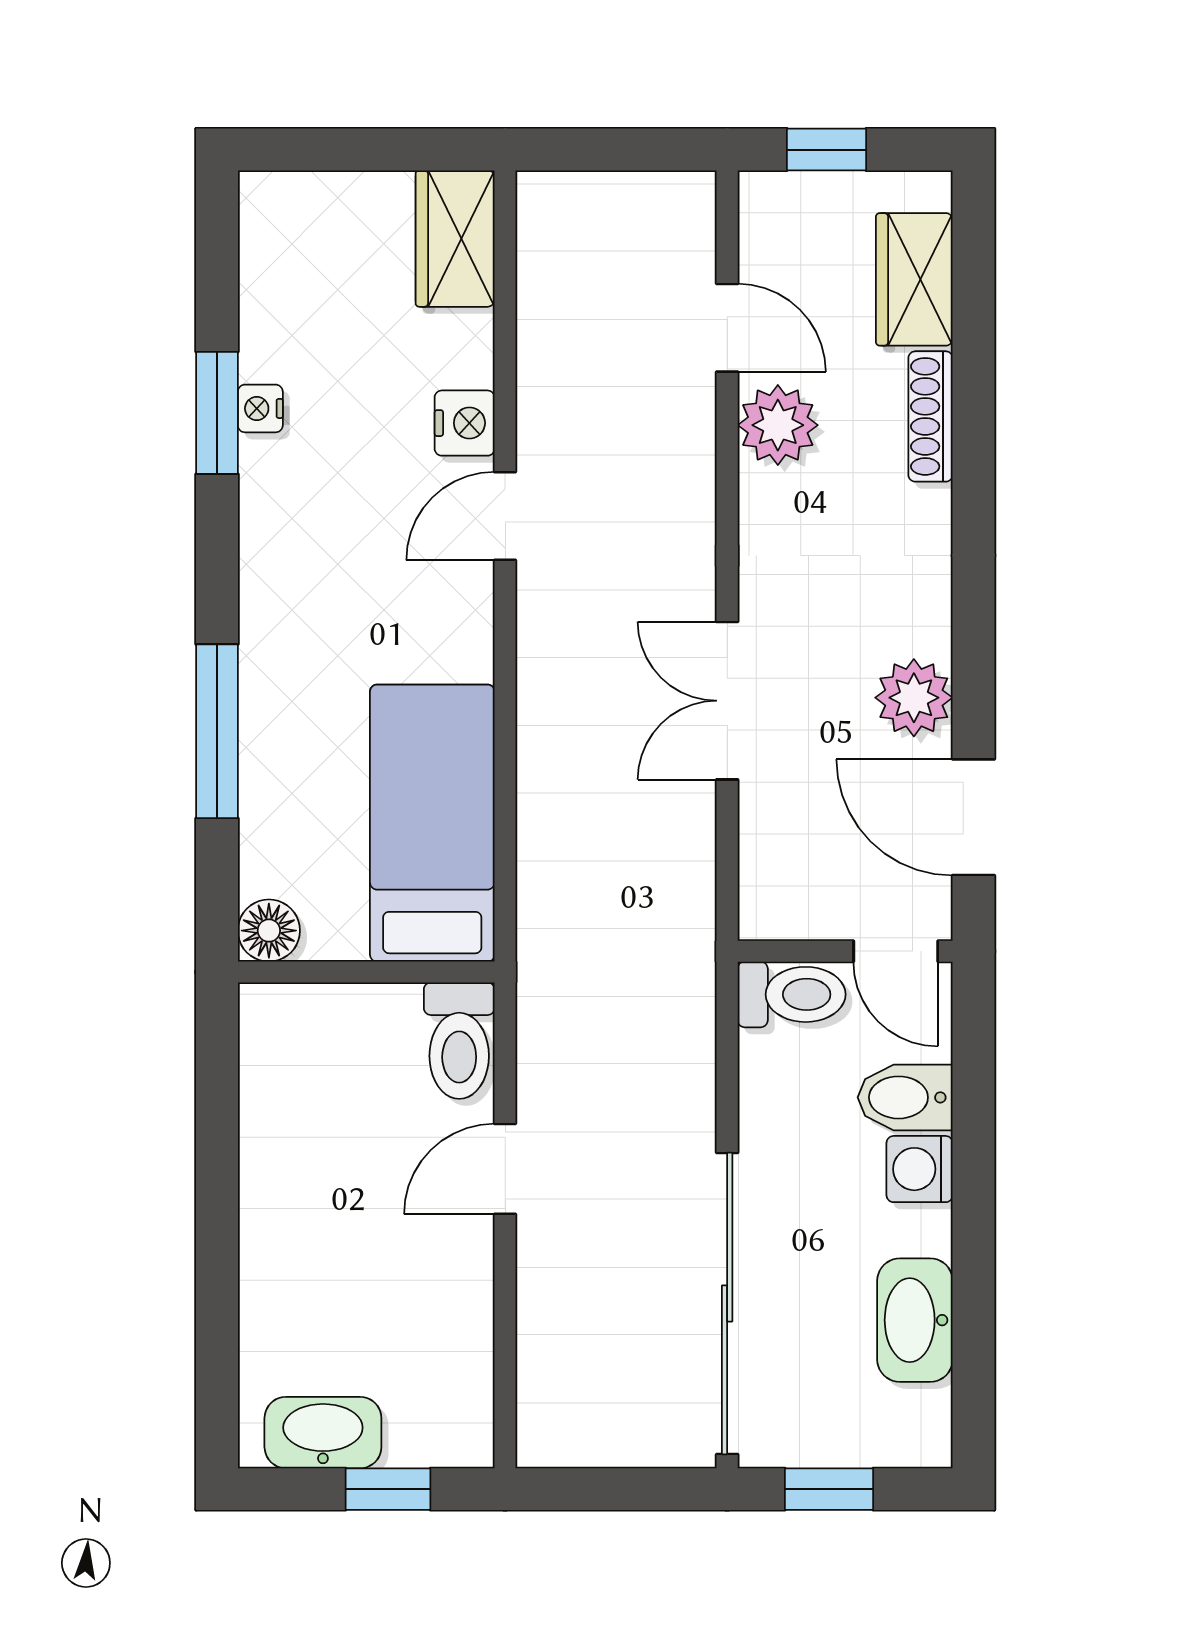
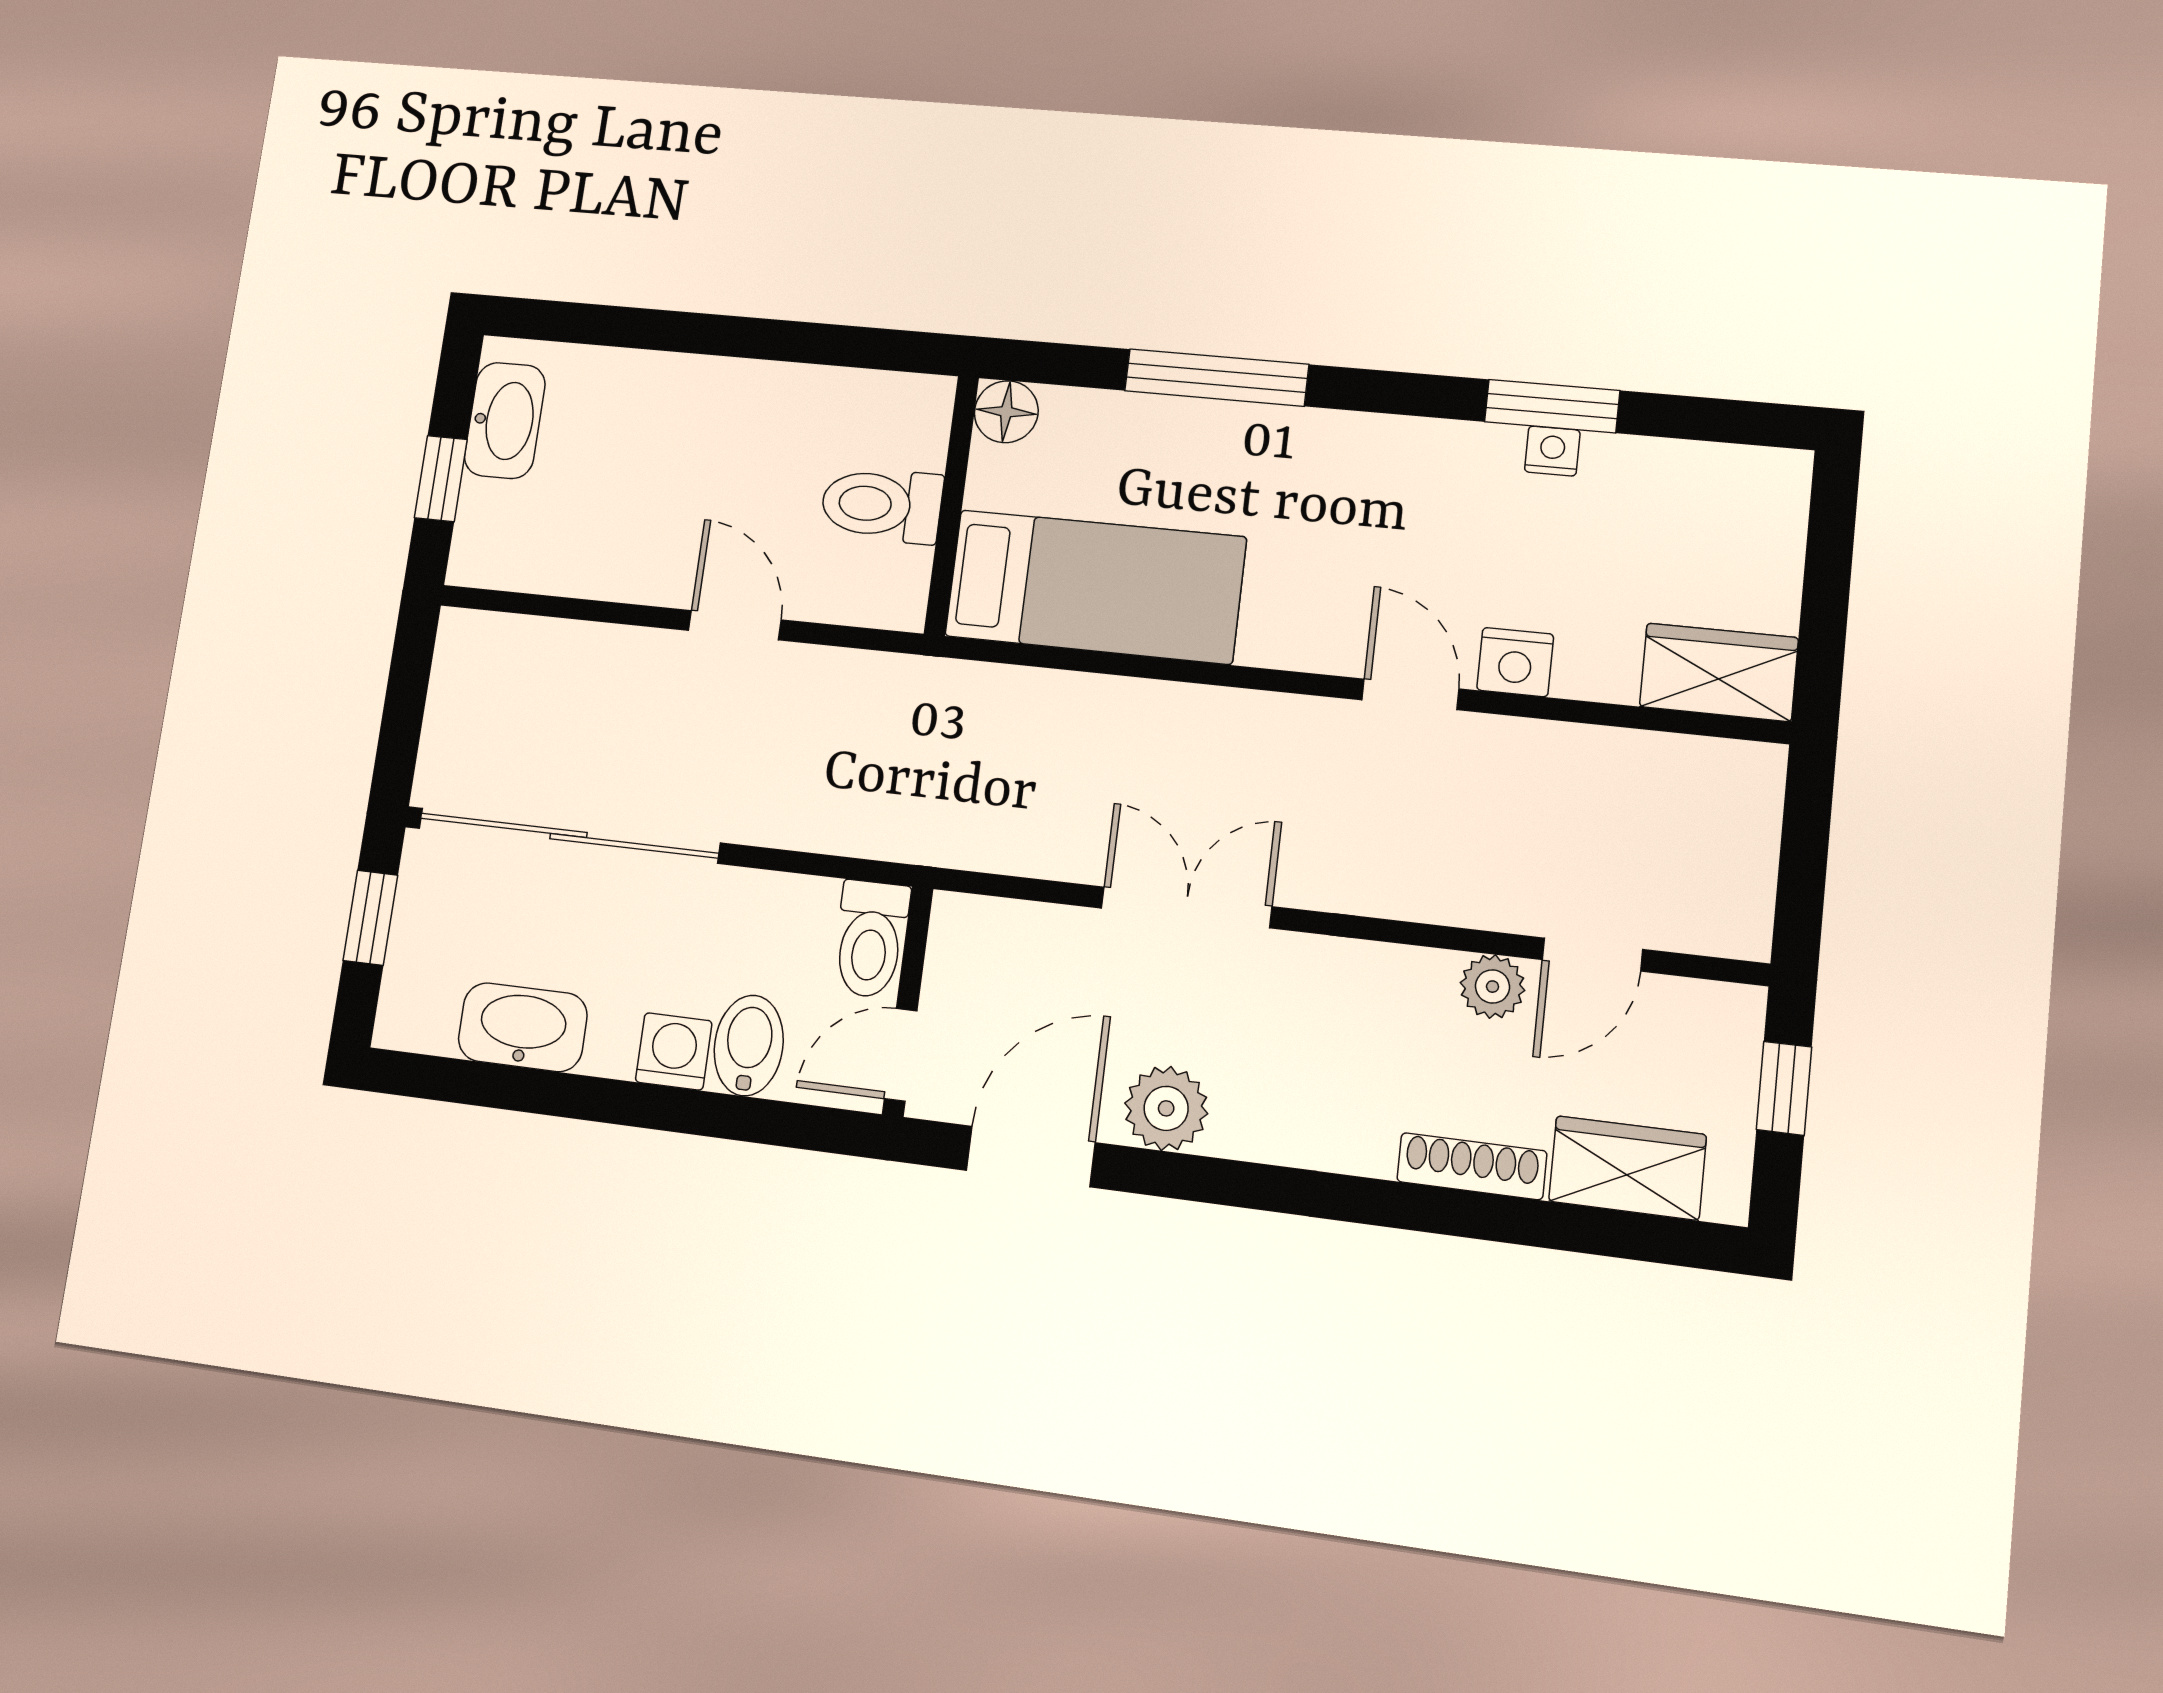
plant: (778, 425) -> (1492, 987), width x0.73, depth x0.73
toilet: (459, 1041) -> (882, 505), moved

